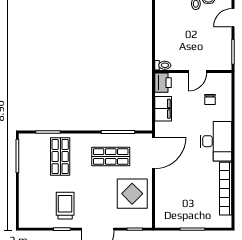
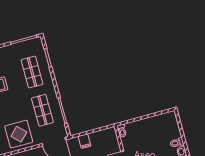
printer: (163, 83) -> (109, 134), removed
filing cabinet: (163, 109) -> (85, 141), width x0.50
shop shelf: (60, 157) -> (32, 72), turned 90

